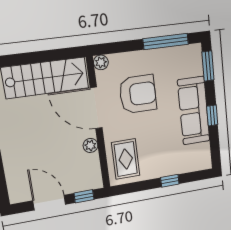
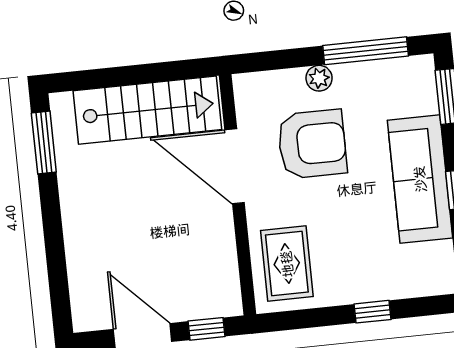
plant: (101, 62) -> (319, 78), moved
plant: (90, 145) -> (222, 234), removed

